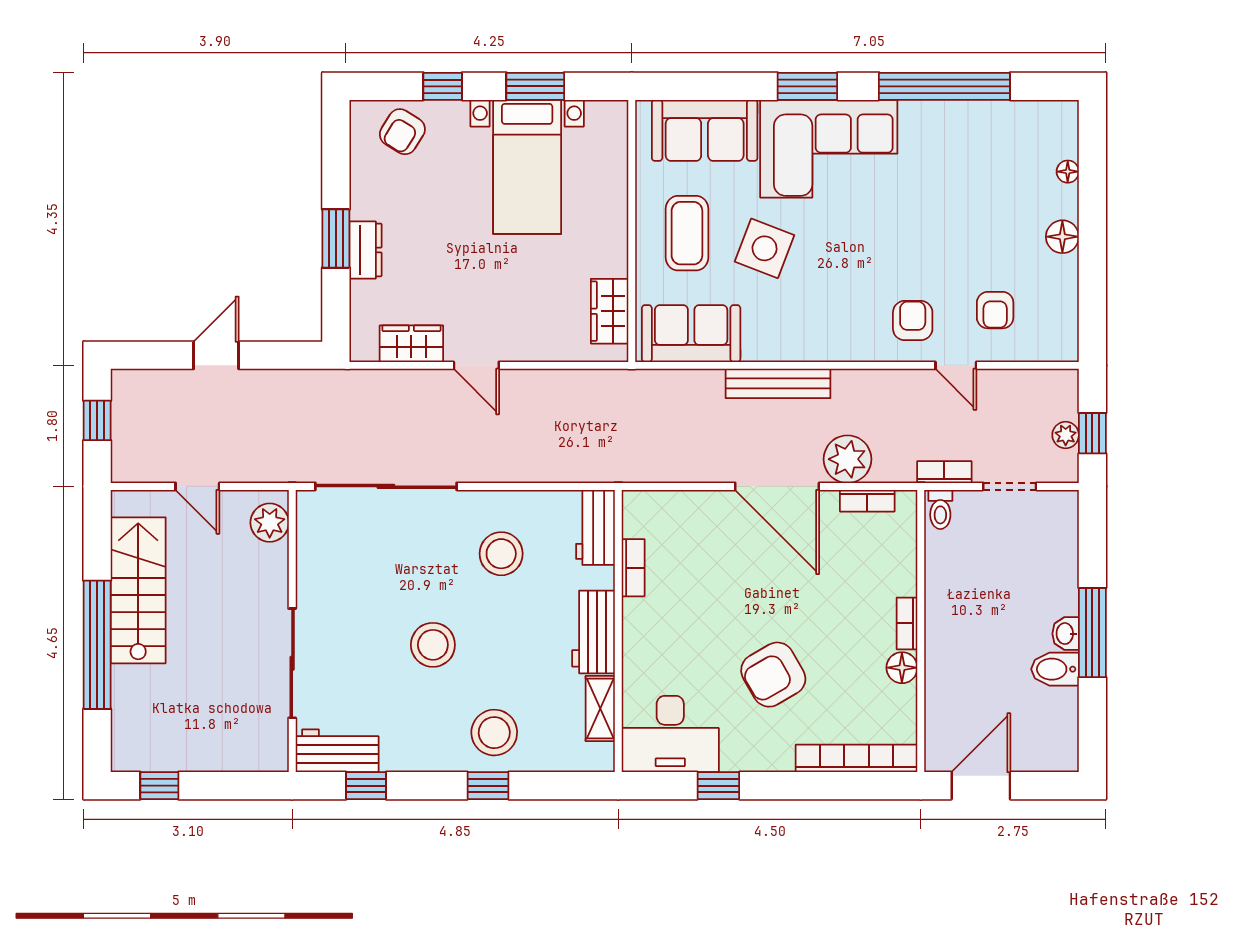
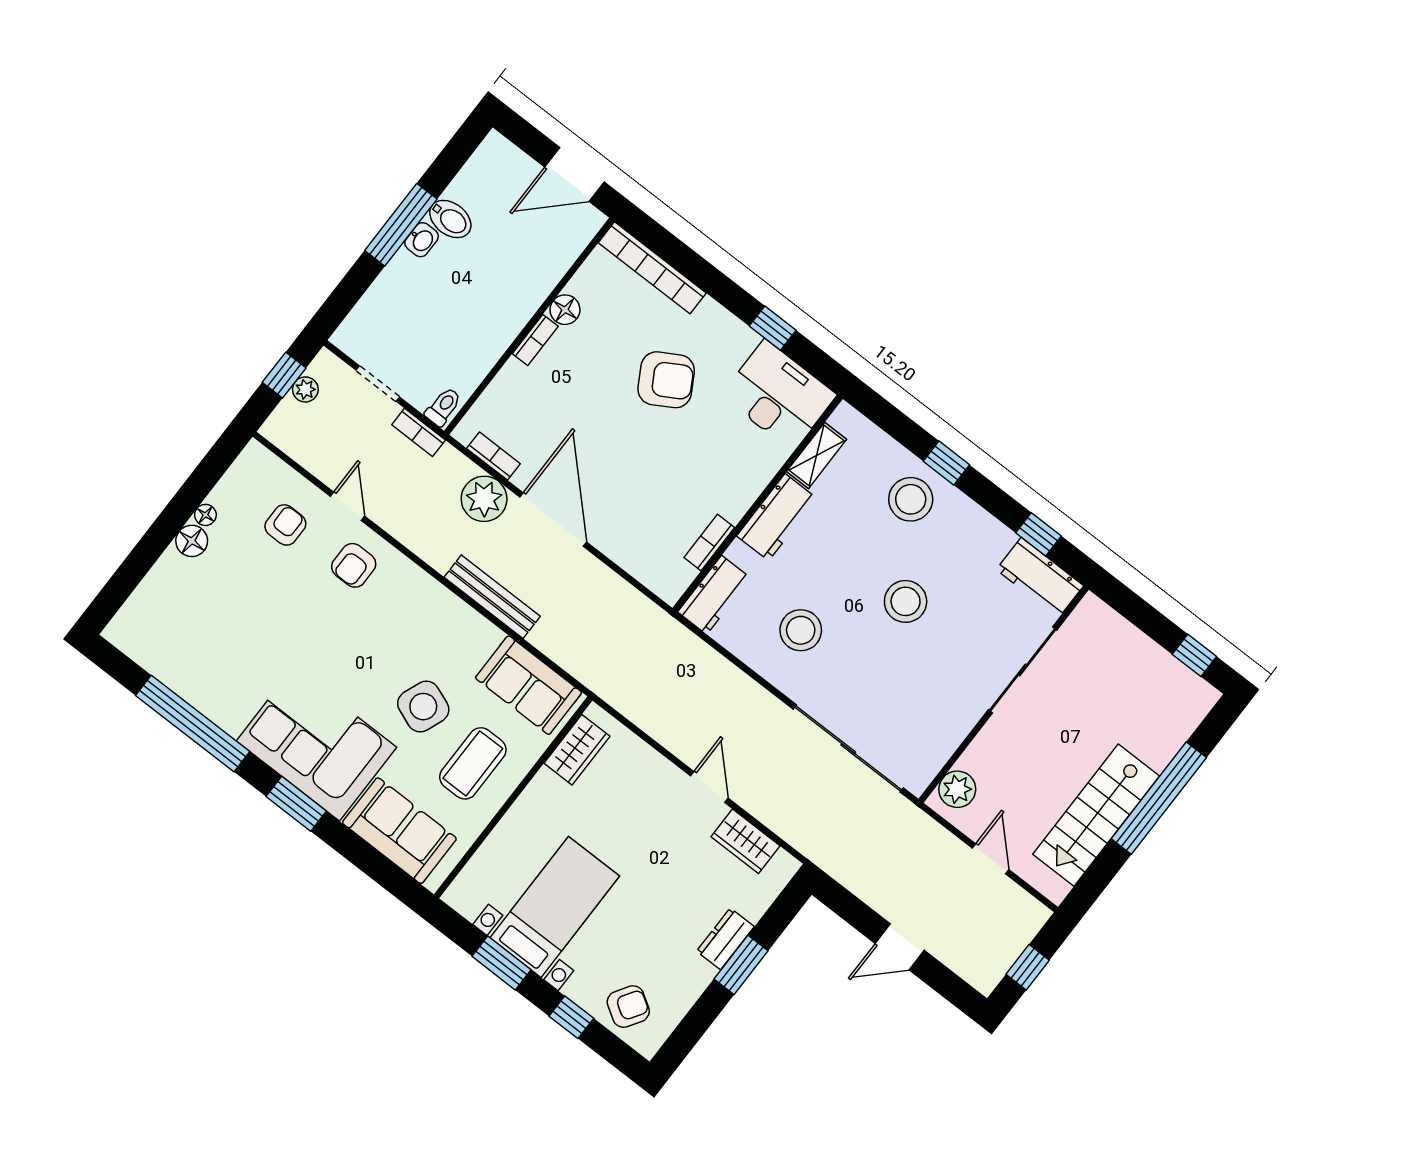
floor lamp: (1068, 172) -> (205, 515), moved

